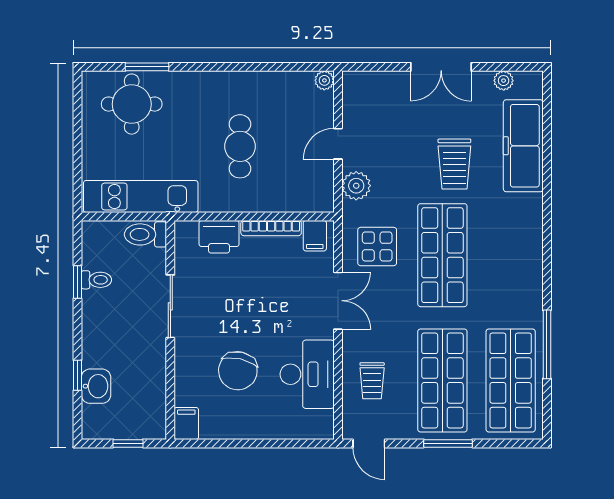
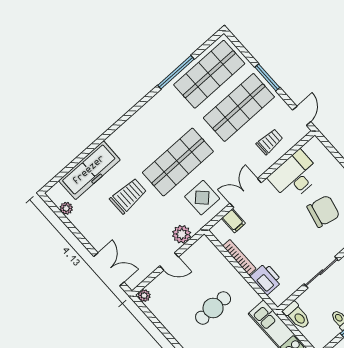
double door: (441, 67) -> (109, 269), moved
filing cabinet: (315, 236) -> (233, 221), moved, turned 90

